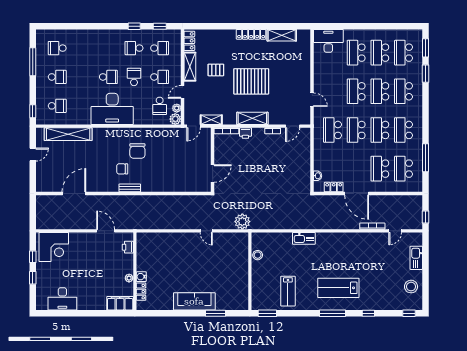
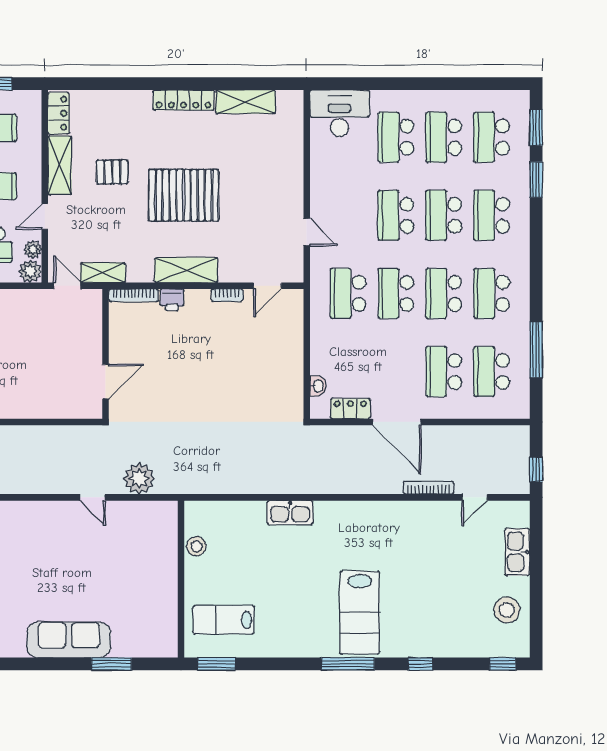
door: (194, 126) -> (67, 286), swing flipped
plant: (242, 222) -> (139, 479), moved
lab bench: (338, 288) -> (360, 613), turned -90
lab bench: (288, 291) -> (223, 620), moved, turned 90

